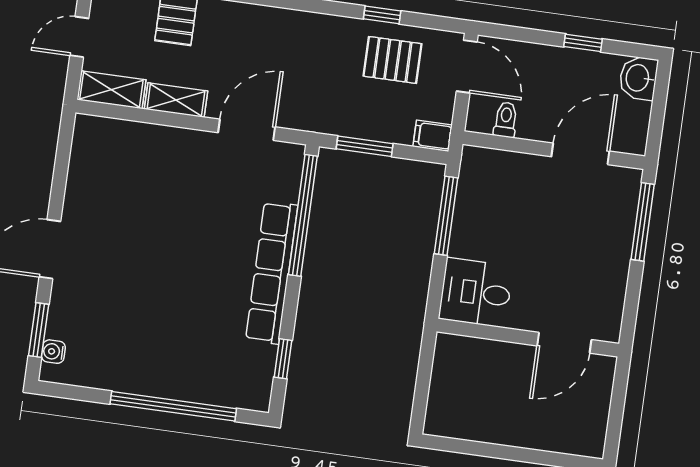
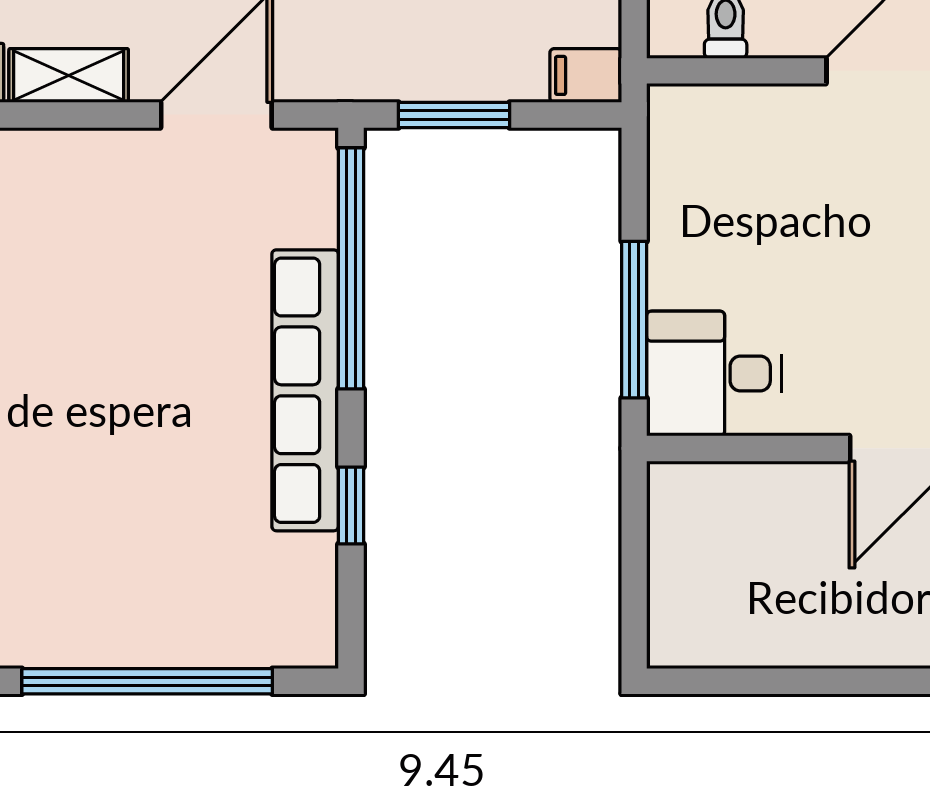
window: (446, 216) -> (634, 320), moved
window: (283, 359) -> (351, 505), moved

